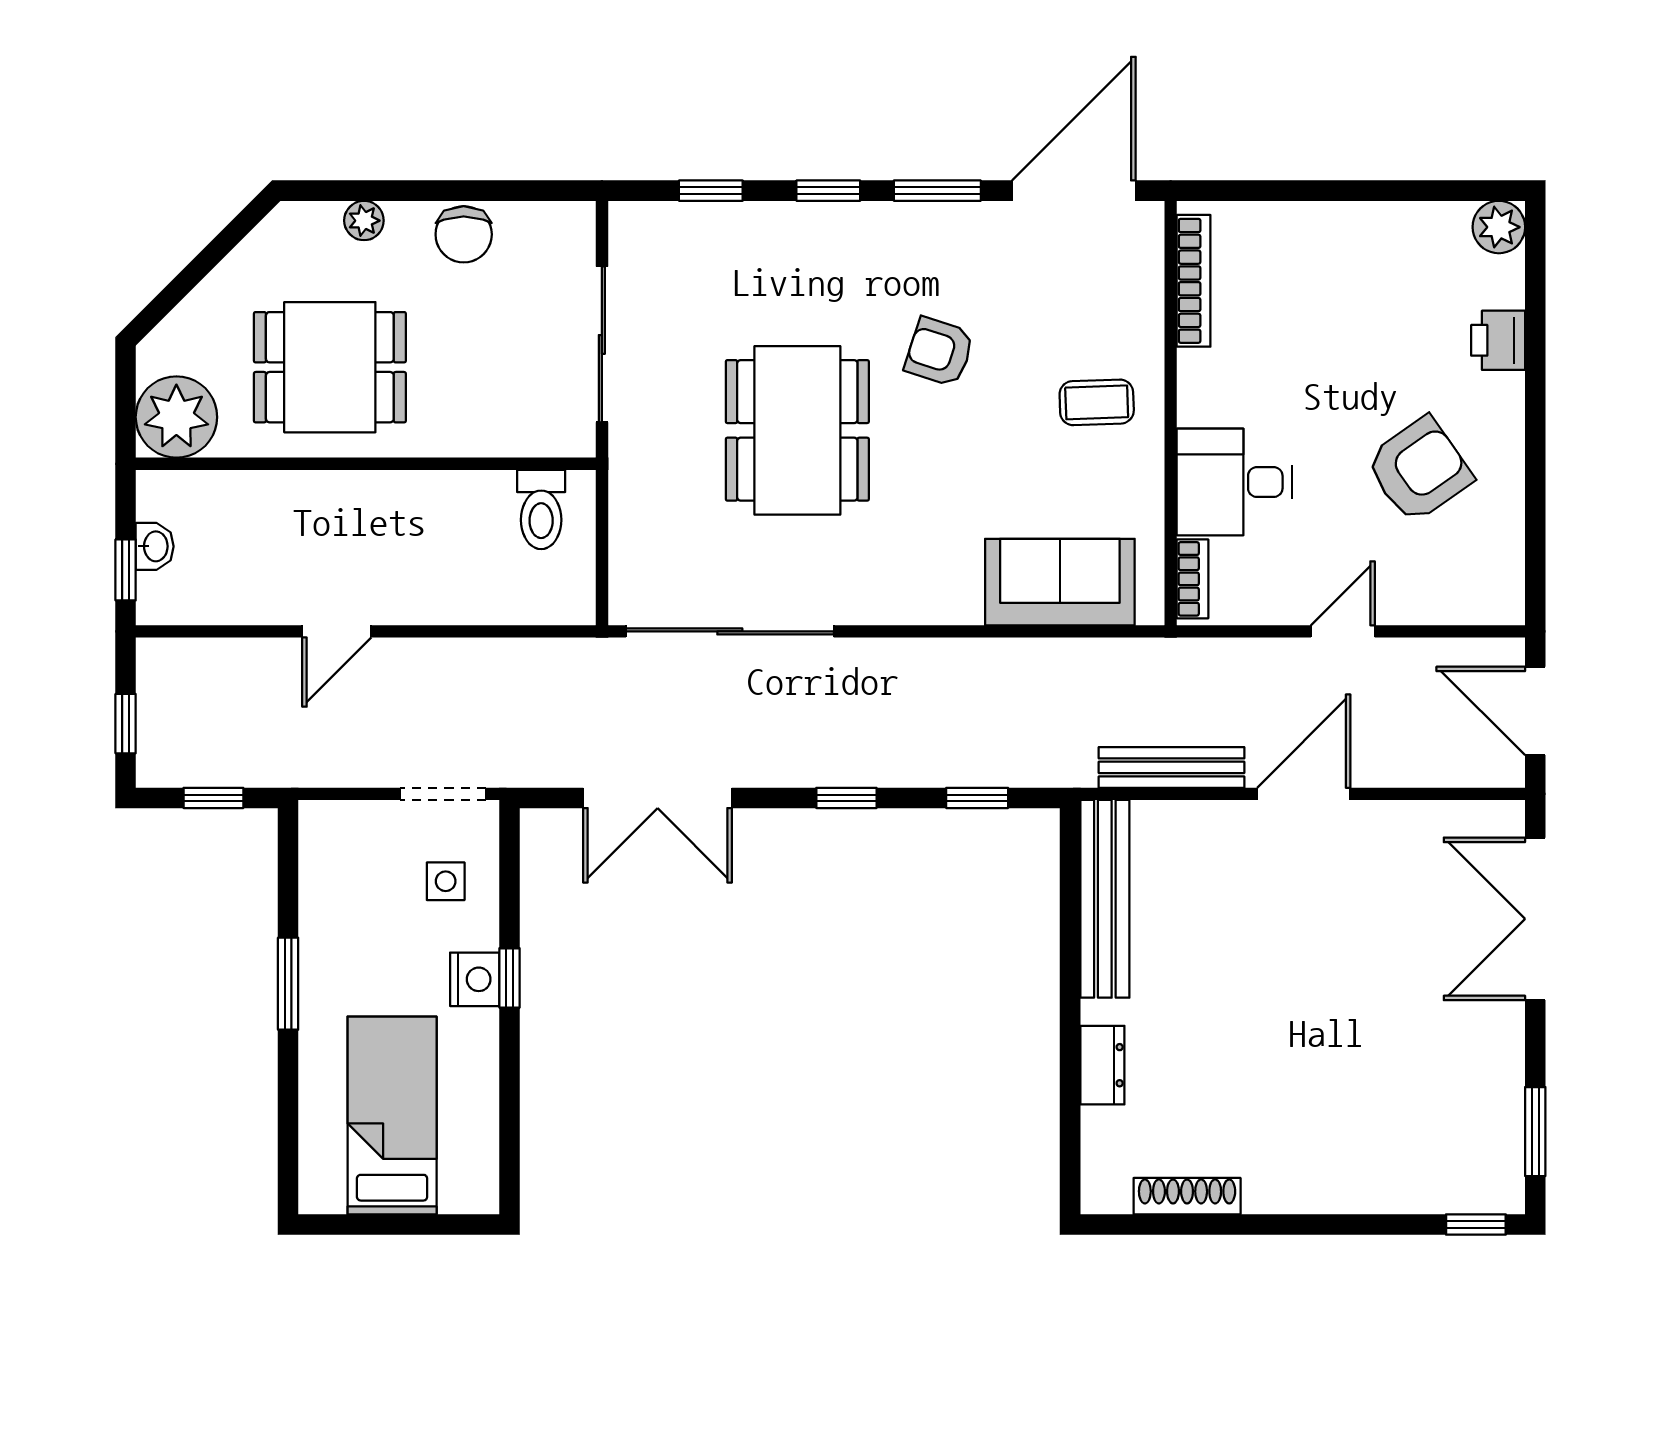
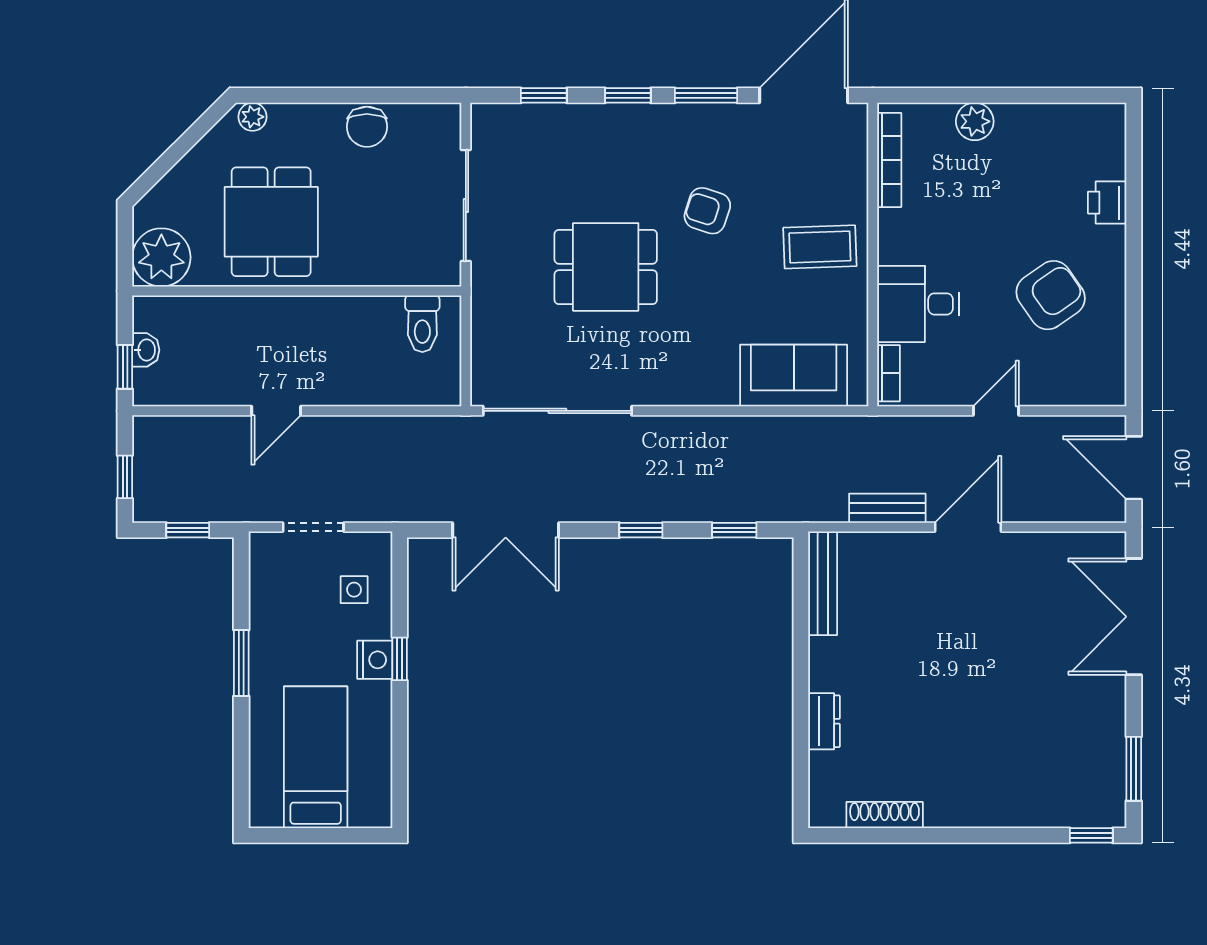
plant: (364, 221) -> (252, 117), moved
plant: (1499, 227) -> (975, 121), moved
dining table: (330, 367) -> (271, 222), turned 90
coffee table: (1097, 402) -> (820, 247), width x1.36, depth x1.30
dining table: (797, 430) -> (606, 267), width x0.73
bench: (1171, 767) -> (887, 508), width x0.73
doorway: (443, 794) -> (313, 527), moved
bench: (1105, 899) -> (823, 583), width x0.73, depth x0.82

